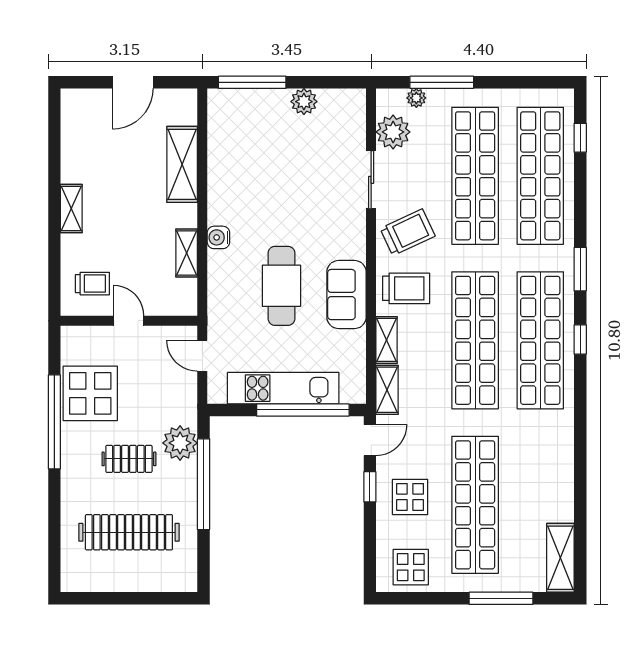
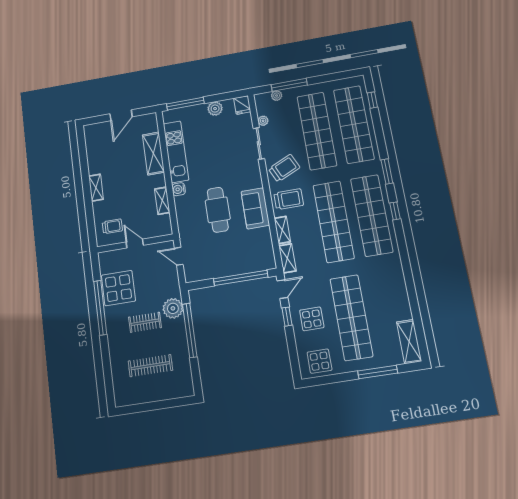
fridge: (353, 104) -> (242, 105), added
plant: (393, 132) -> (263, 121), width x0.53, depth x0.53
kitchen unit: (283, 388) -> (176, 152), moved, turned 90
clothes rail: (129, 532) -> (150, 366), width x0.73, depth x0.76

